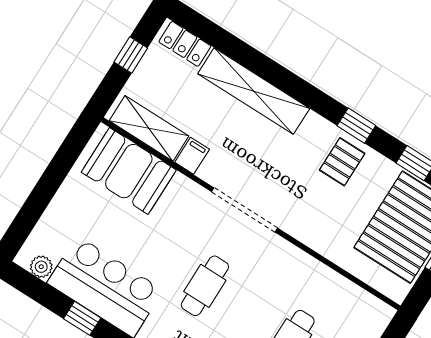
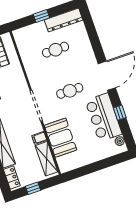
booth: (129, 171) -> (60, 138), moved

